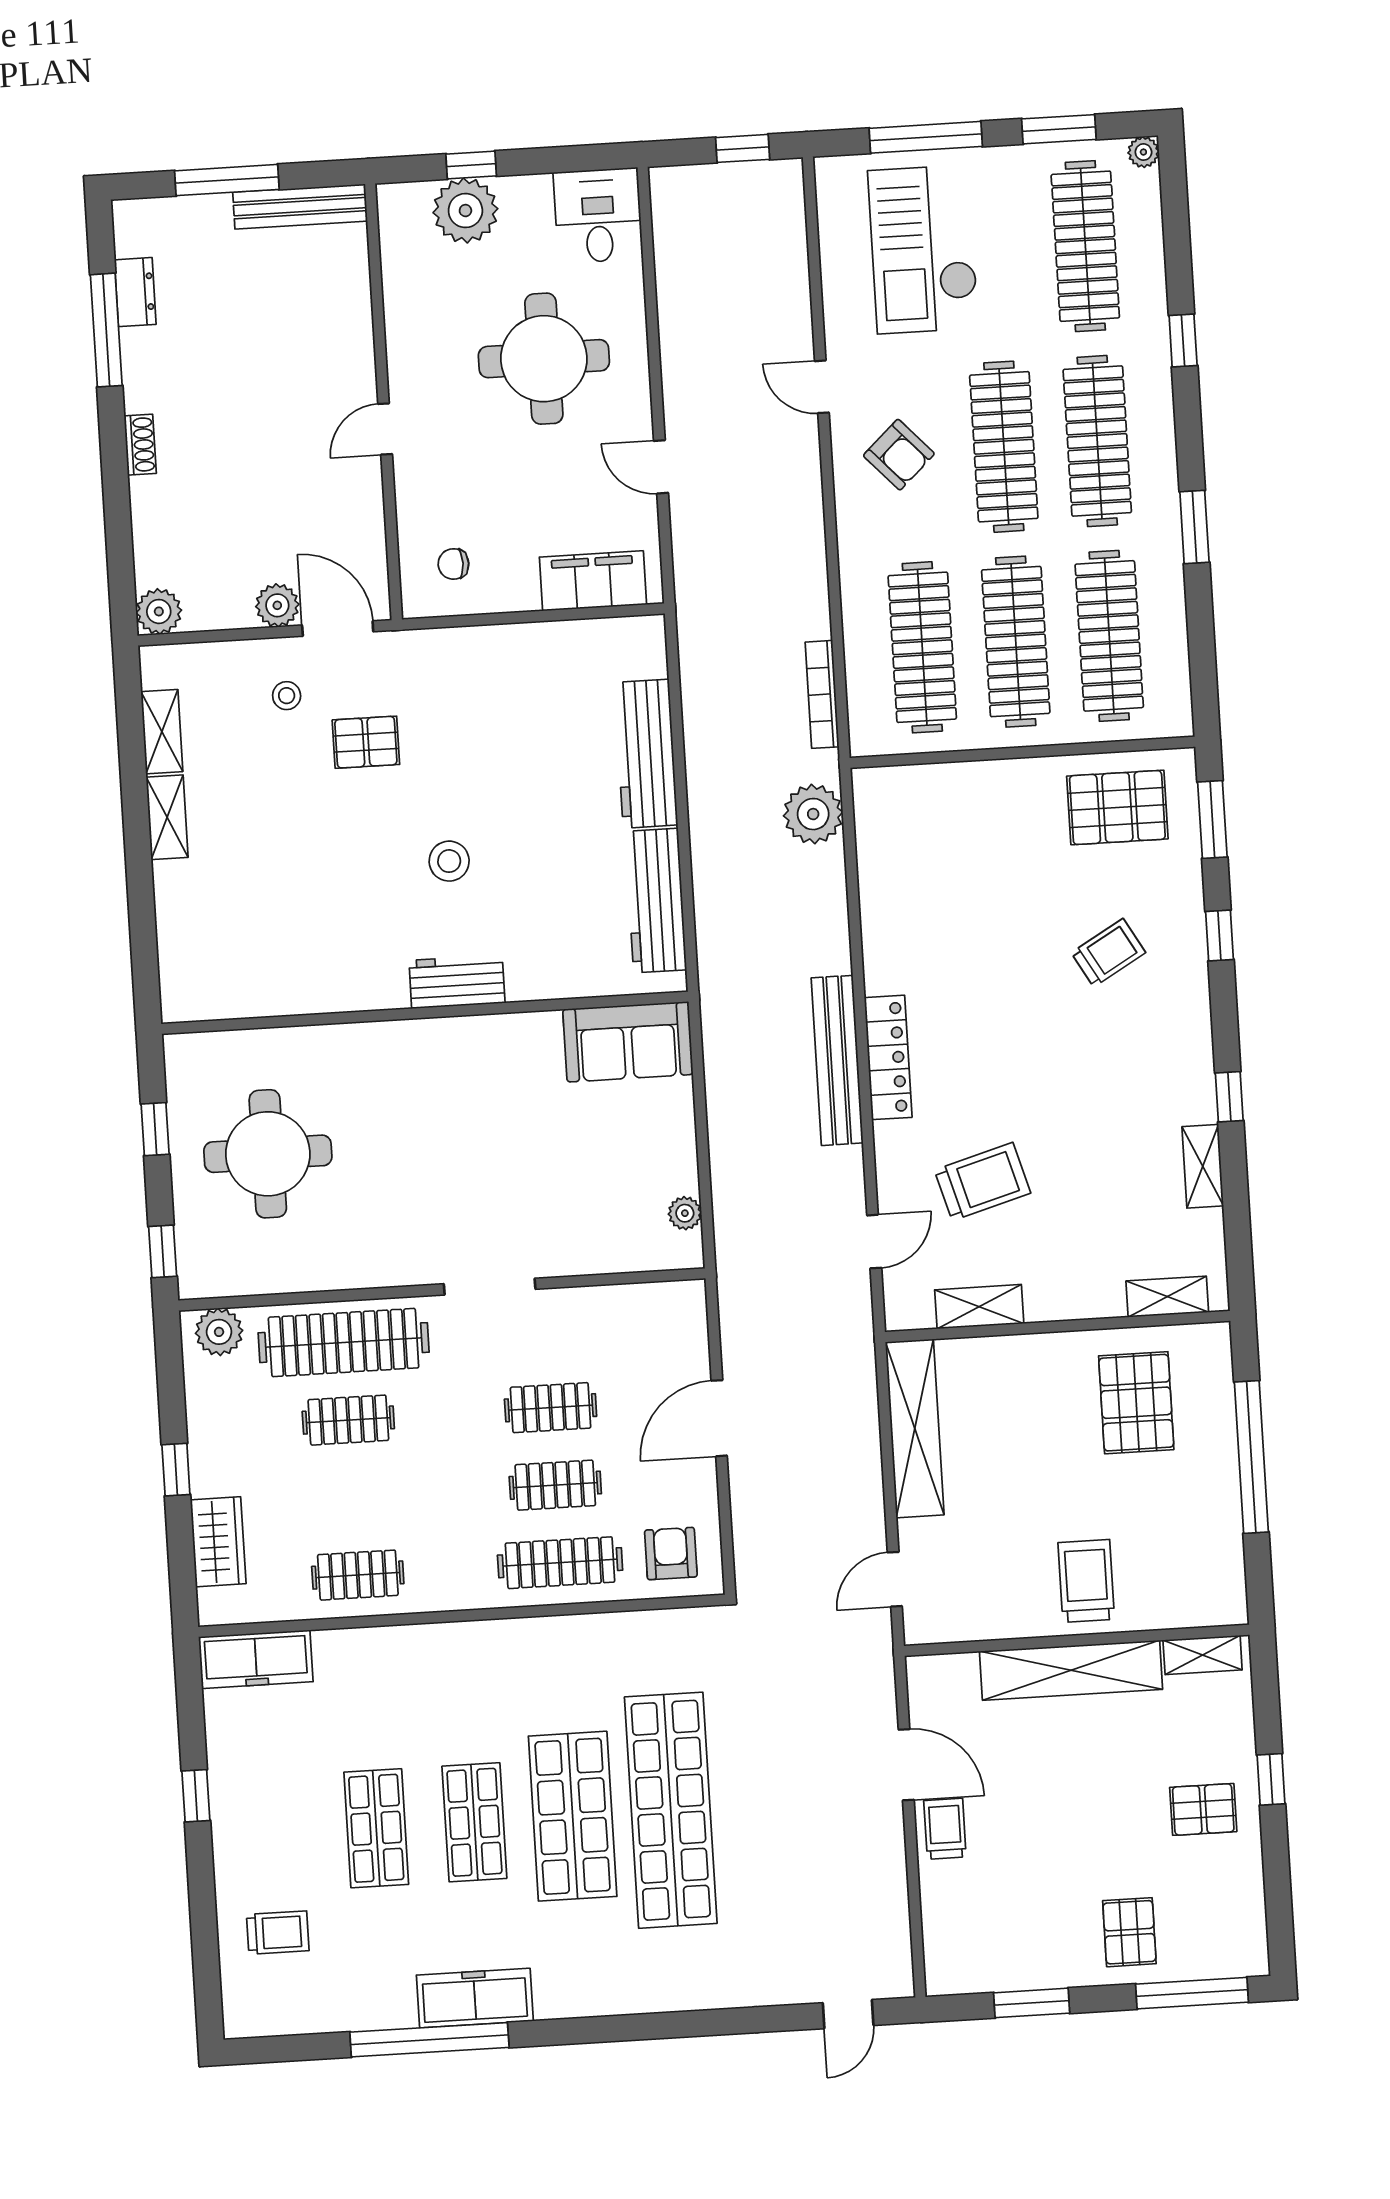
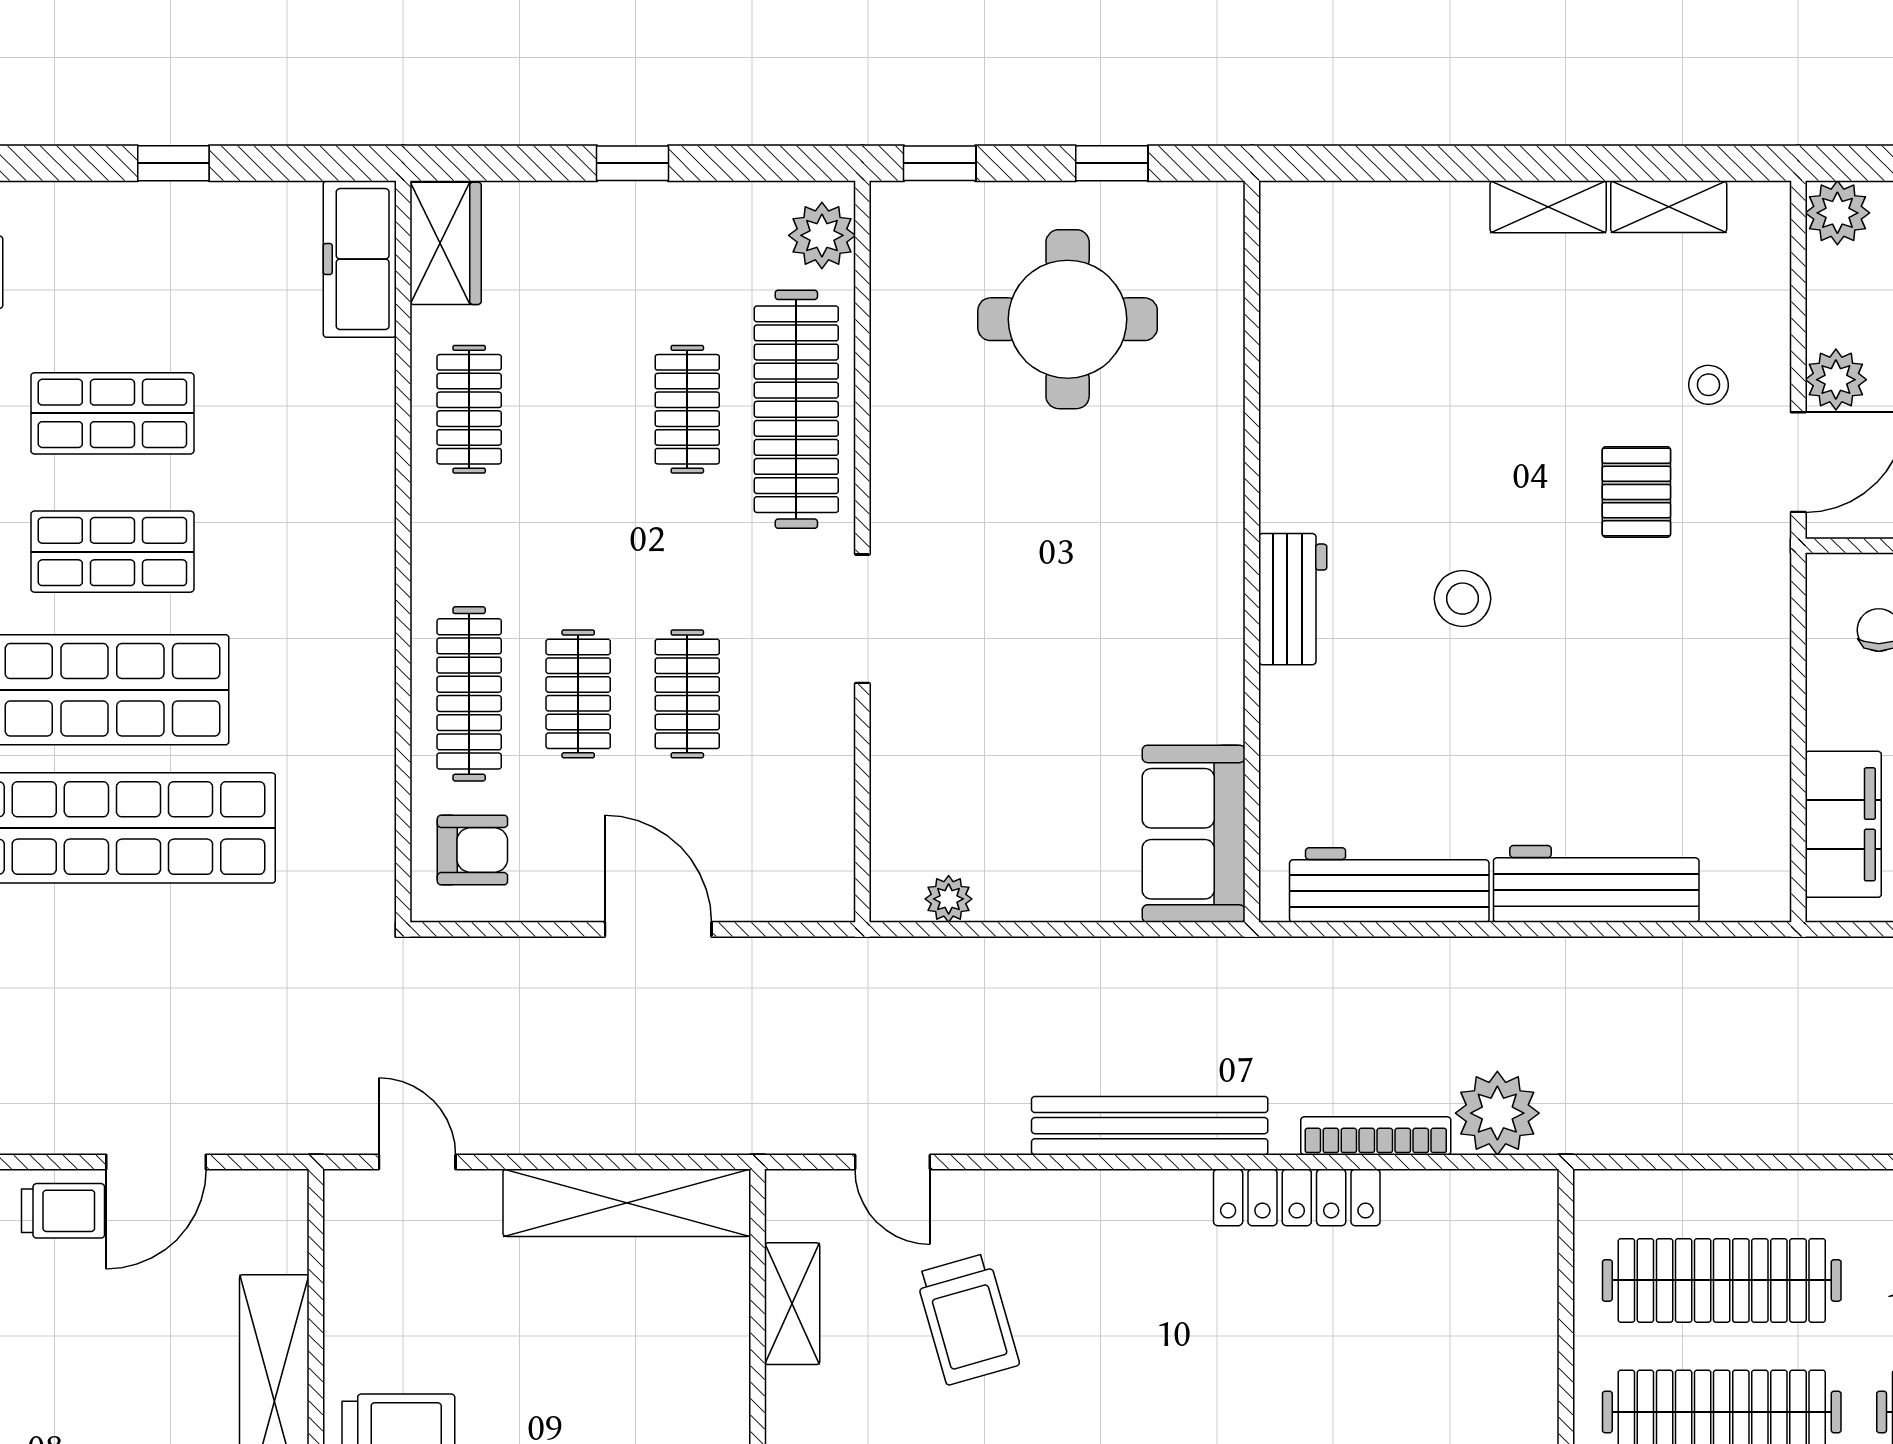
bookcase: (822, 694) -> (1376, 1136), moved
locker: (888, 1057) -> (1297, 1197), moved
wardrobe: (218, 1542) -> (446, 243), moved, turned -90

